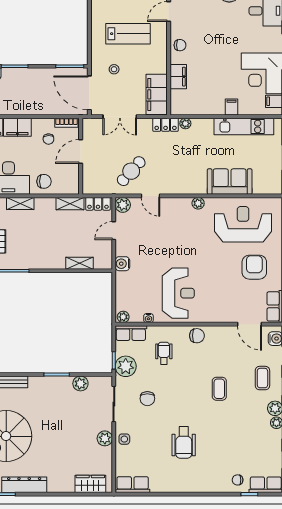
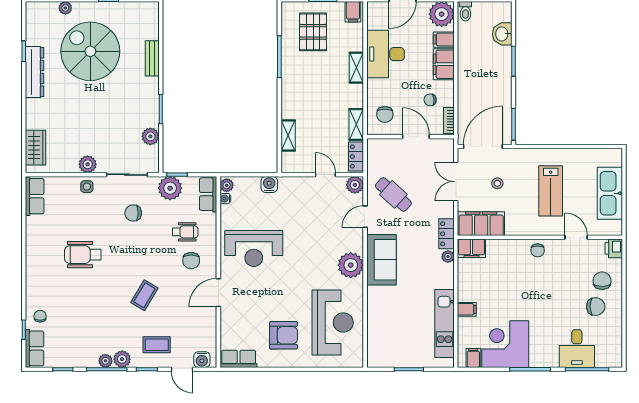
stool: (114, 69) -> (497, 183), moved
filing cabinet: (178, 77) -> (471, 248), moved
chair: (44, 181) -> (385, 114), moved
sofa: (230, 182) -> (381, 260), moved
plant: (198, 203) -> (351, 265), width x1.88, depth x1.88
water cooler: (122, 264) -> (269, 184), moved
water cooler: (148, 318) -> (225, 199), moved
door: (250, 324) -> (218, 293), moved
chair: (197, 336) -> (191, 261), moved
coffee table: (219, 389) -> (144, 295), turned -59

